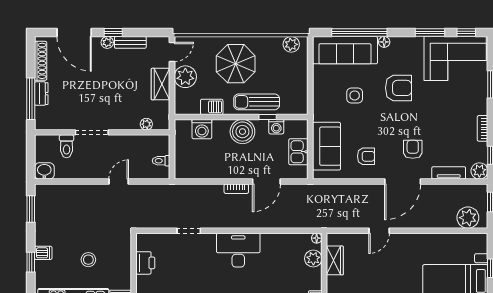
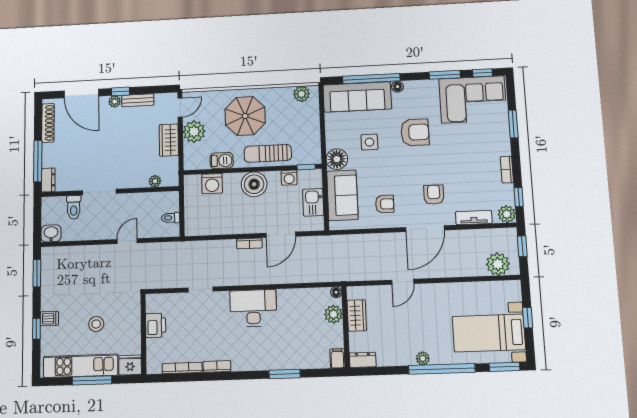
dresser: (41, 94) -> (48, 180), moved
floor lamp: (323, 111) -> (337, 159), added
window: (268, 117) -> (306, 167), moved

